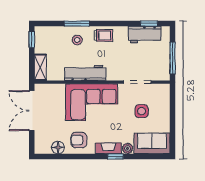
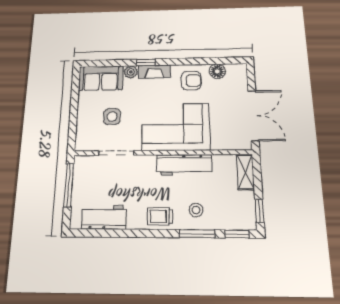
window: (149, 24) -> (237, 234), moved

